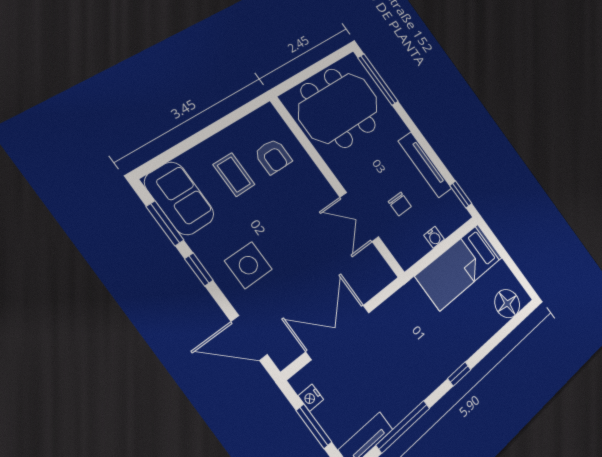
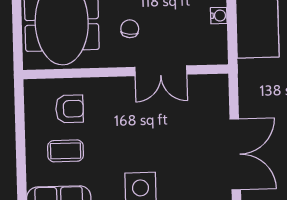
chair: (400, 204) -> (130, 29), moved, turned -84
double door: (338, 332) -> (235, 154), swing flipped

